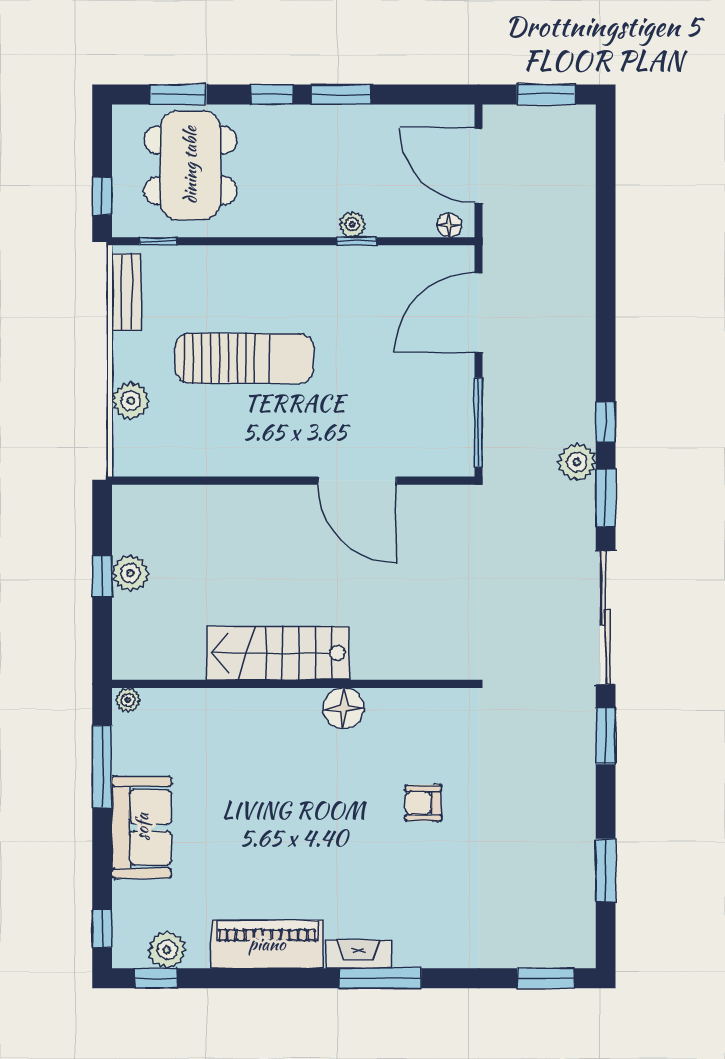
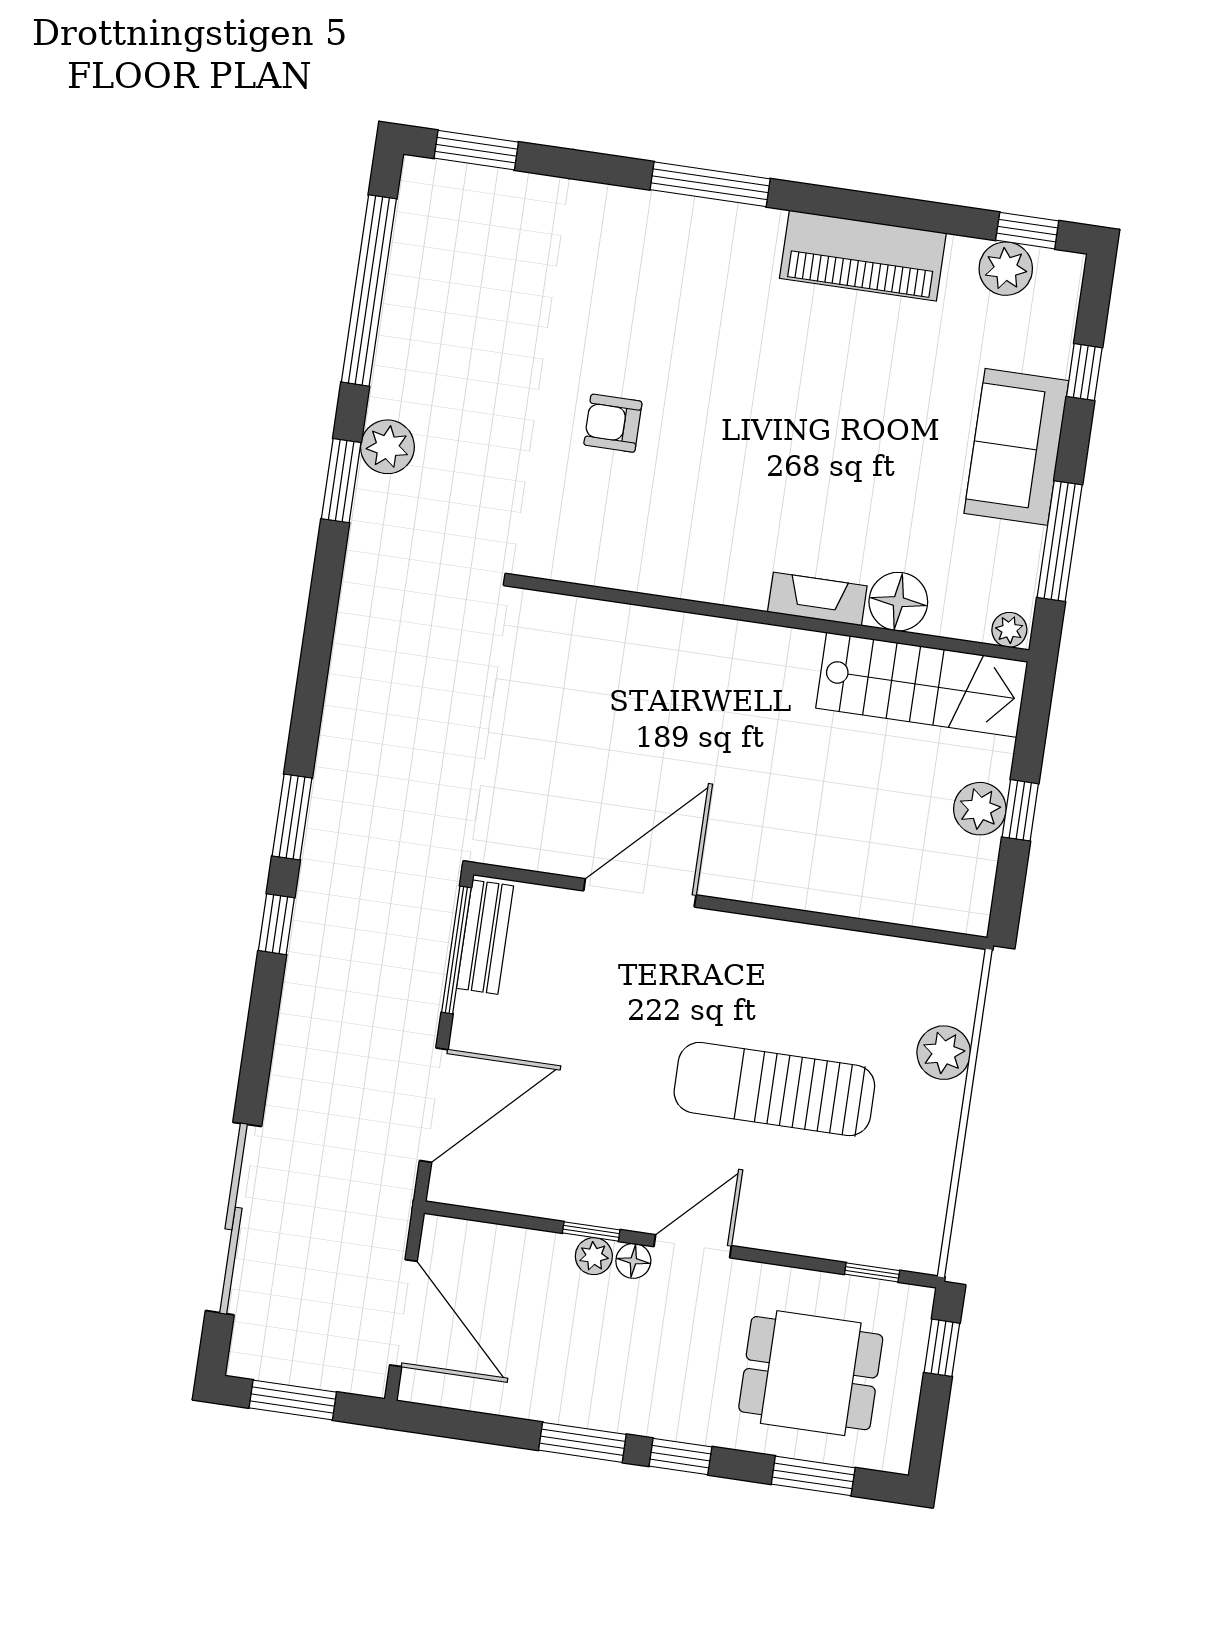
dining table: (190, 165) -> (811, 1373), width x0.73
floor lamp: (449, 225) -> (633, 1261), moved
door: (285, 241) -> (693, 1246), added
bench: (127, 292) -> (485, 937), moved
plant: (577, 462) -> (387, 447), moved
door: (357, 481) -> (640, 893), hinge flipped
sliding door: (606, 618) -> (233, 1219), moved
stairs: (278, 653) -> (922, 685), moved
floor lamp: (344, 708) -> (898, 602), moved
armchair: (423, 803) -> (613, 423), turned 180
window: (606, 870) -> (369, 290), width x2.11
window: (102, 929) -> (1084, 372), moved
fireplace: (359, 954) -> (817, 599), moved, turned 180

